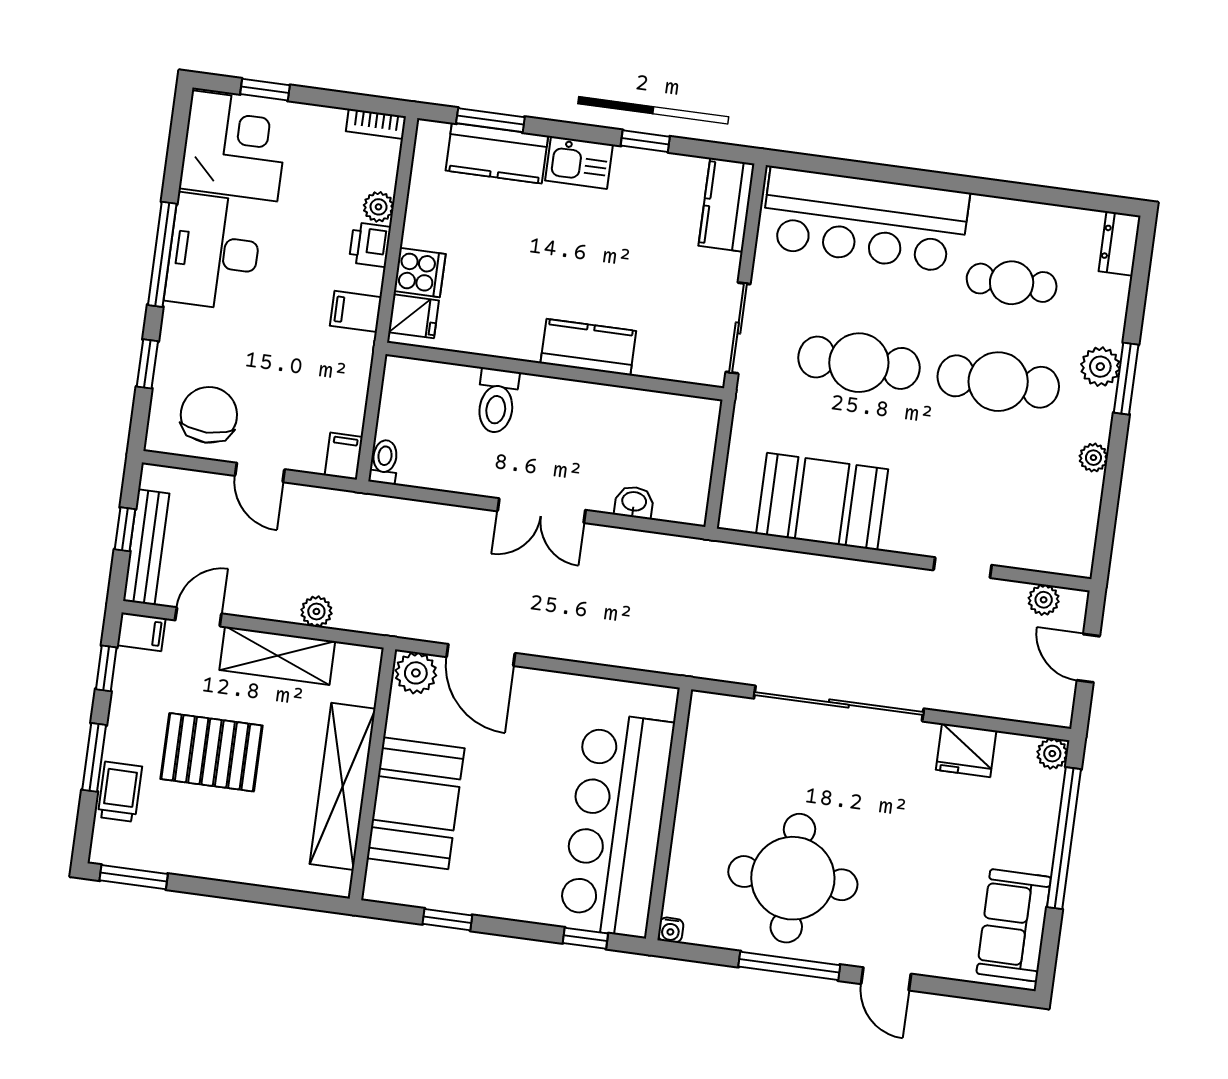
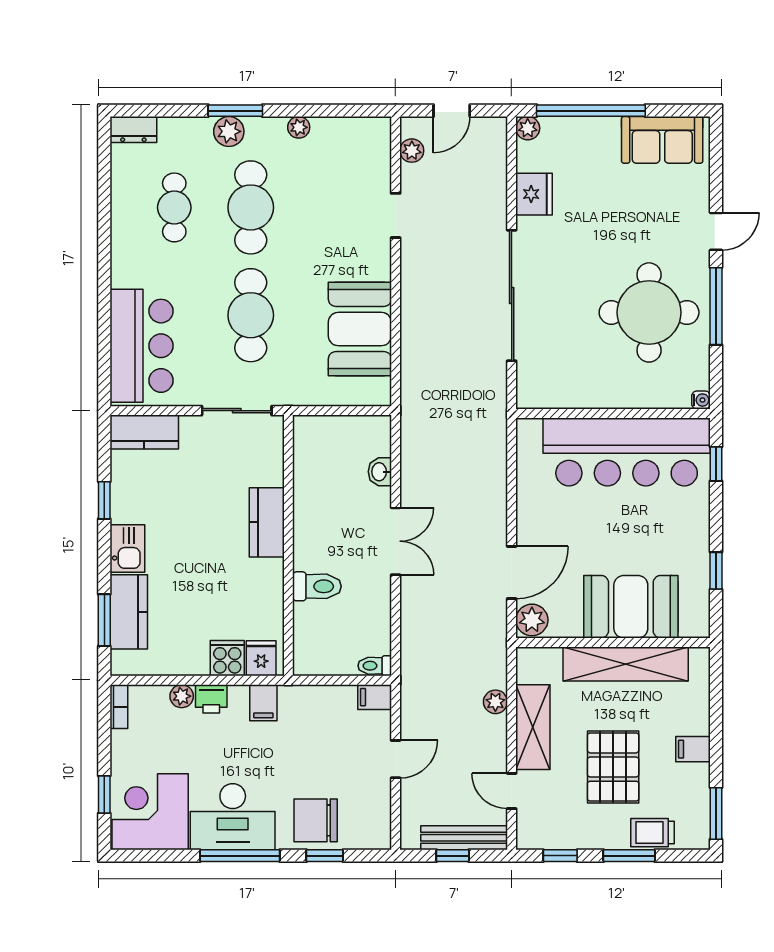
bar counter: (865, 220) -> (142, 346), width x0.73
chair: (209, 415) -> (316, 820), moved
filing cabinet: (141, 632) -> (693, 749), moved, turned -90

